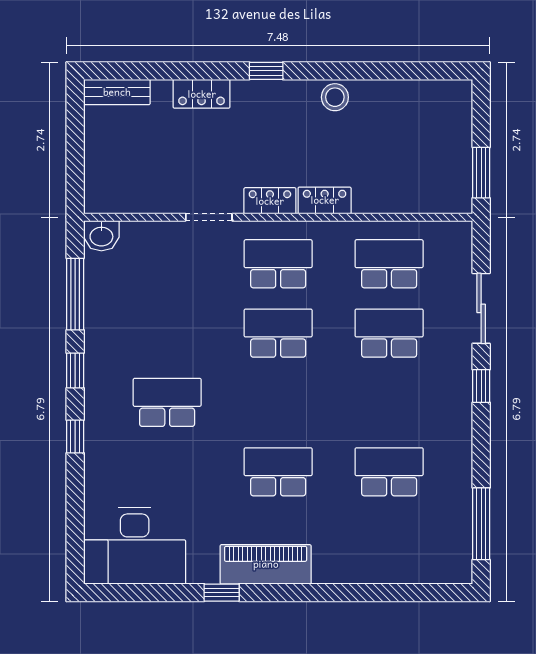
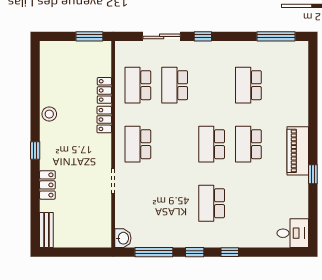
locker: (270, 201) -> (104, 90), moved
school desk: (278, 333) -> (212, 144), moved
desk: (135, 546) -> (293, 233), width x0.53, depth x0.77

